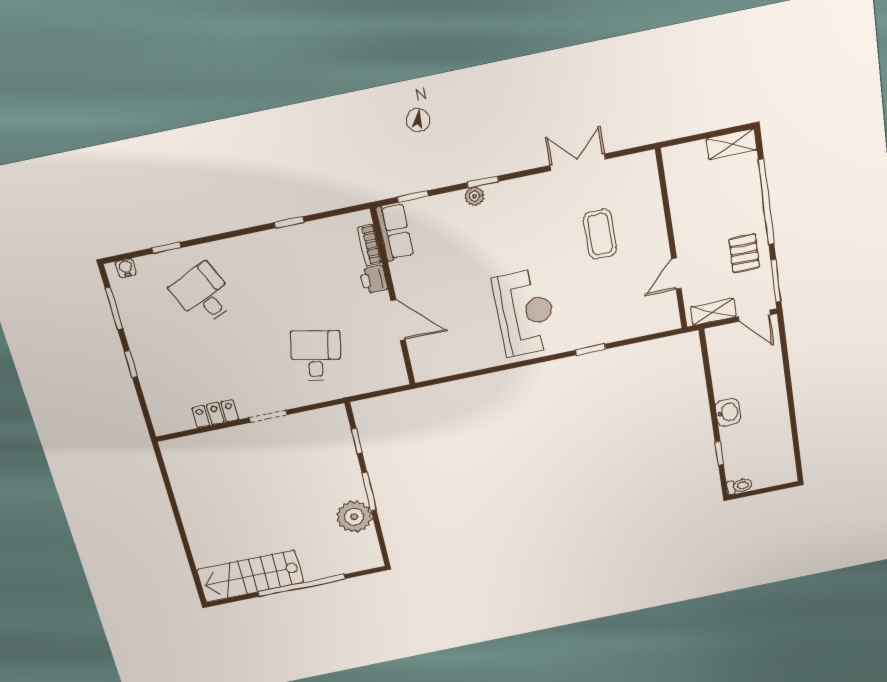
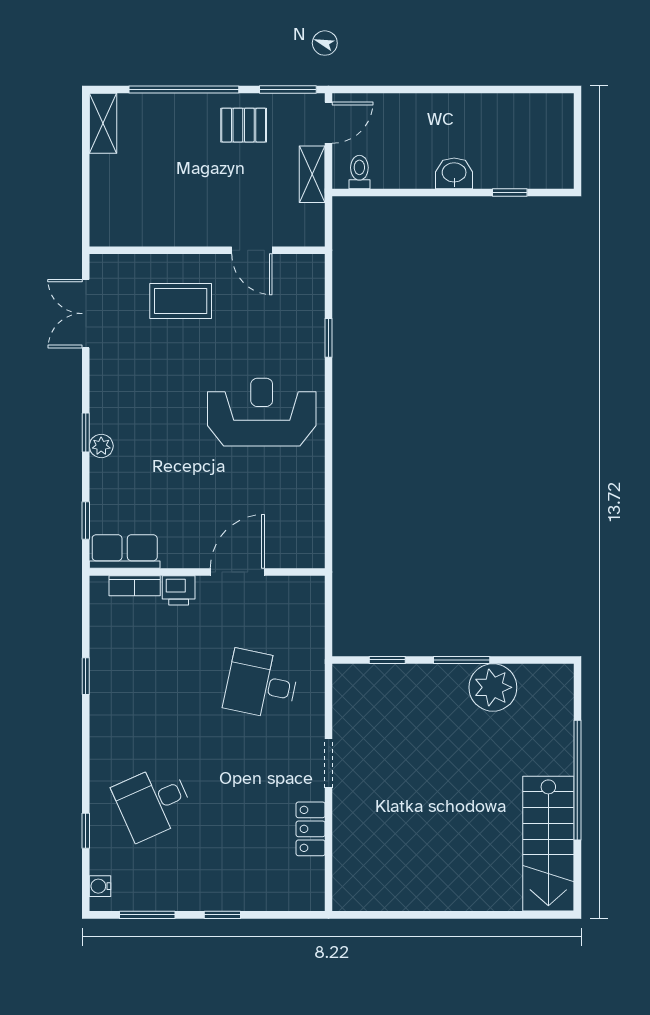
wall: (671, 240) -> (207, 250), moved
door: (676, 274) -> (252, 250), moved
toilet: (739, 486) -> (359, 172), moved

